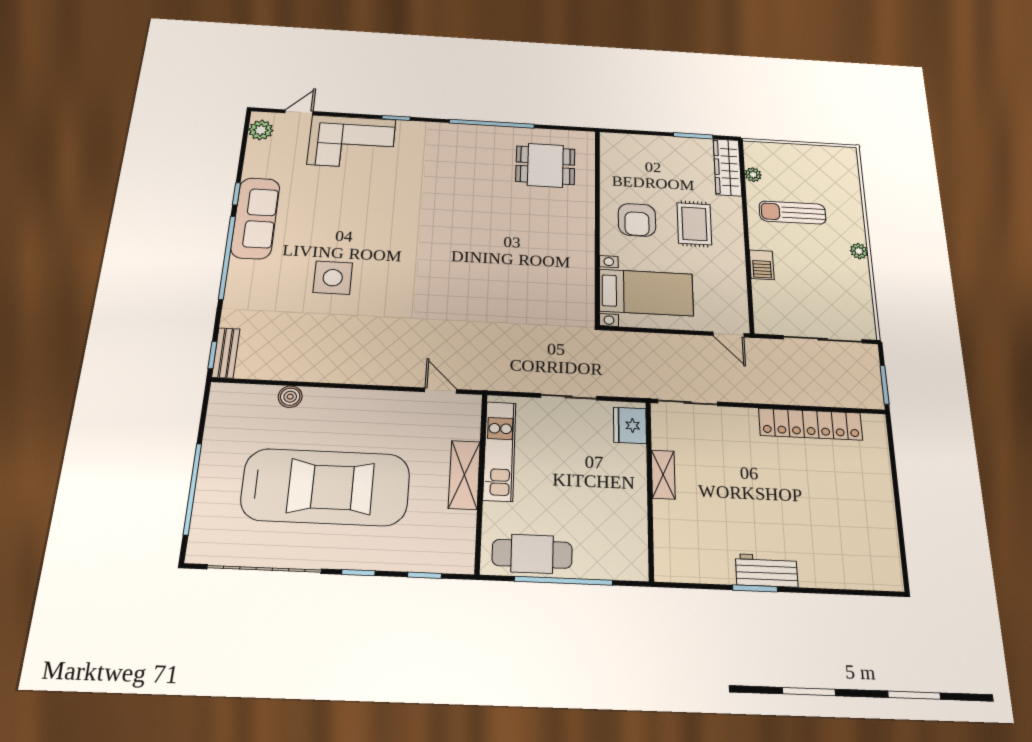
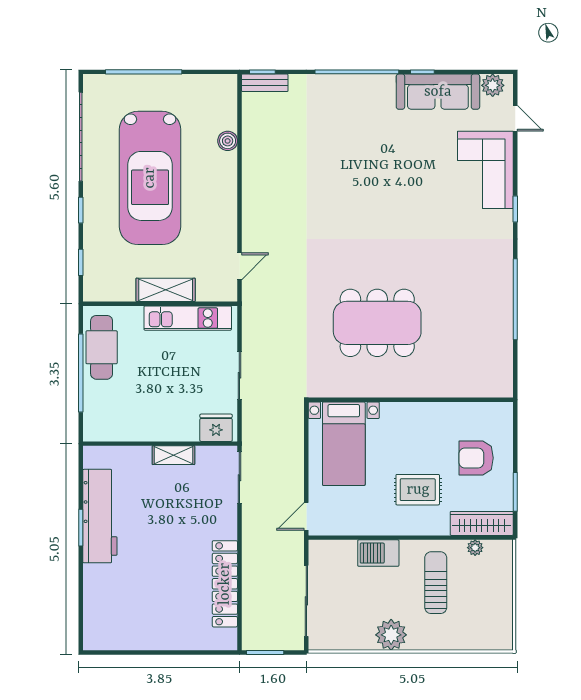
dining table: (545, 165) -> (377, 323), moved, width x1.88, depth x1.24
sofa: (255, 218) -> (438, 92), moved
armchair: (637, 220) -> (476, 458), moved
plant: (859, 251) -> (391, 635), width x1.88, depth x1.88
barbecue: (762, 265) -> (378, 553), width x1.38, depth x1.27
side table: (333, 278) -> (342, 166), removed
workbench: (767, 570) -> (100, 516), width x1.88, depth x1.32

